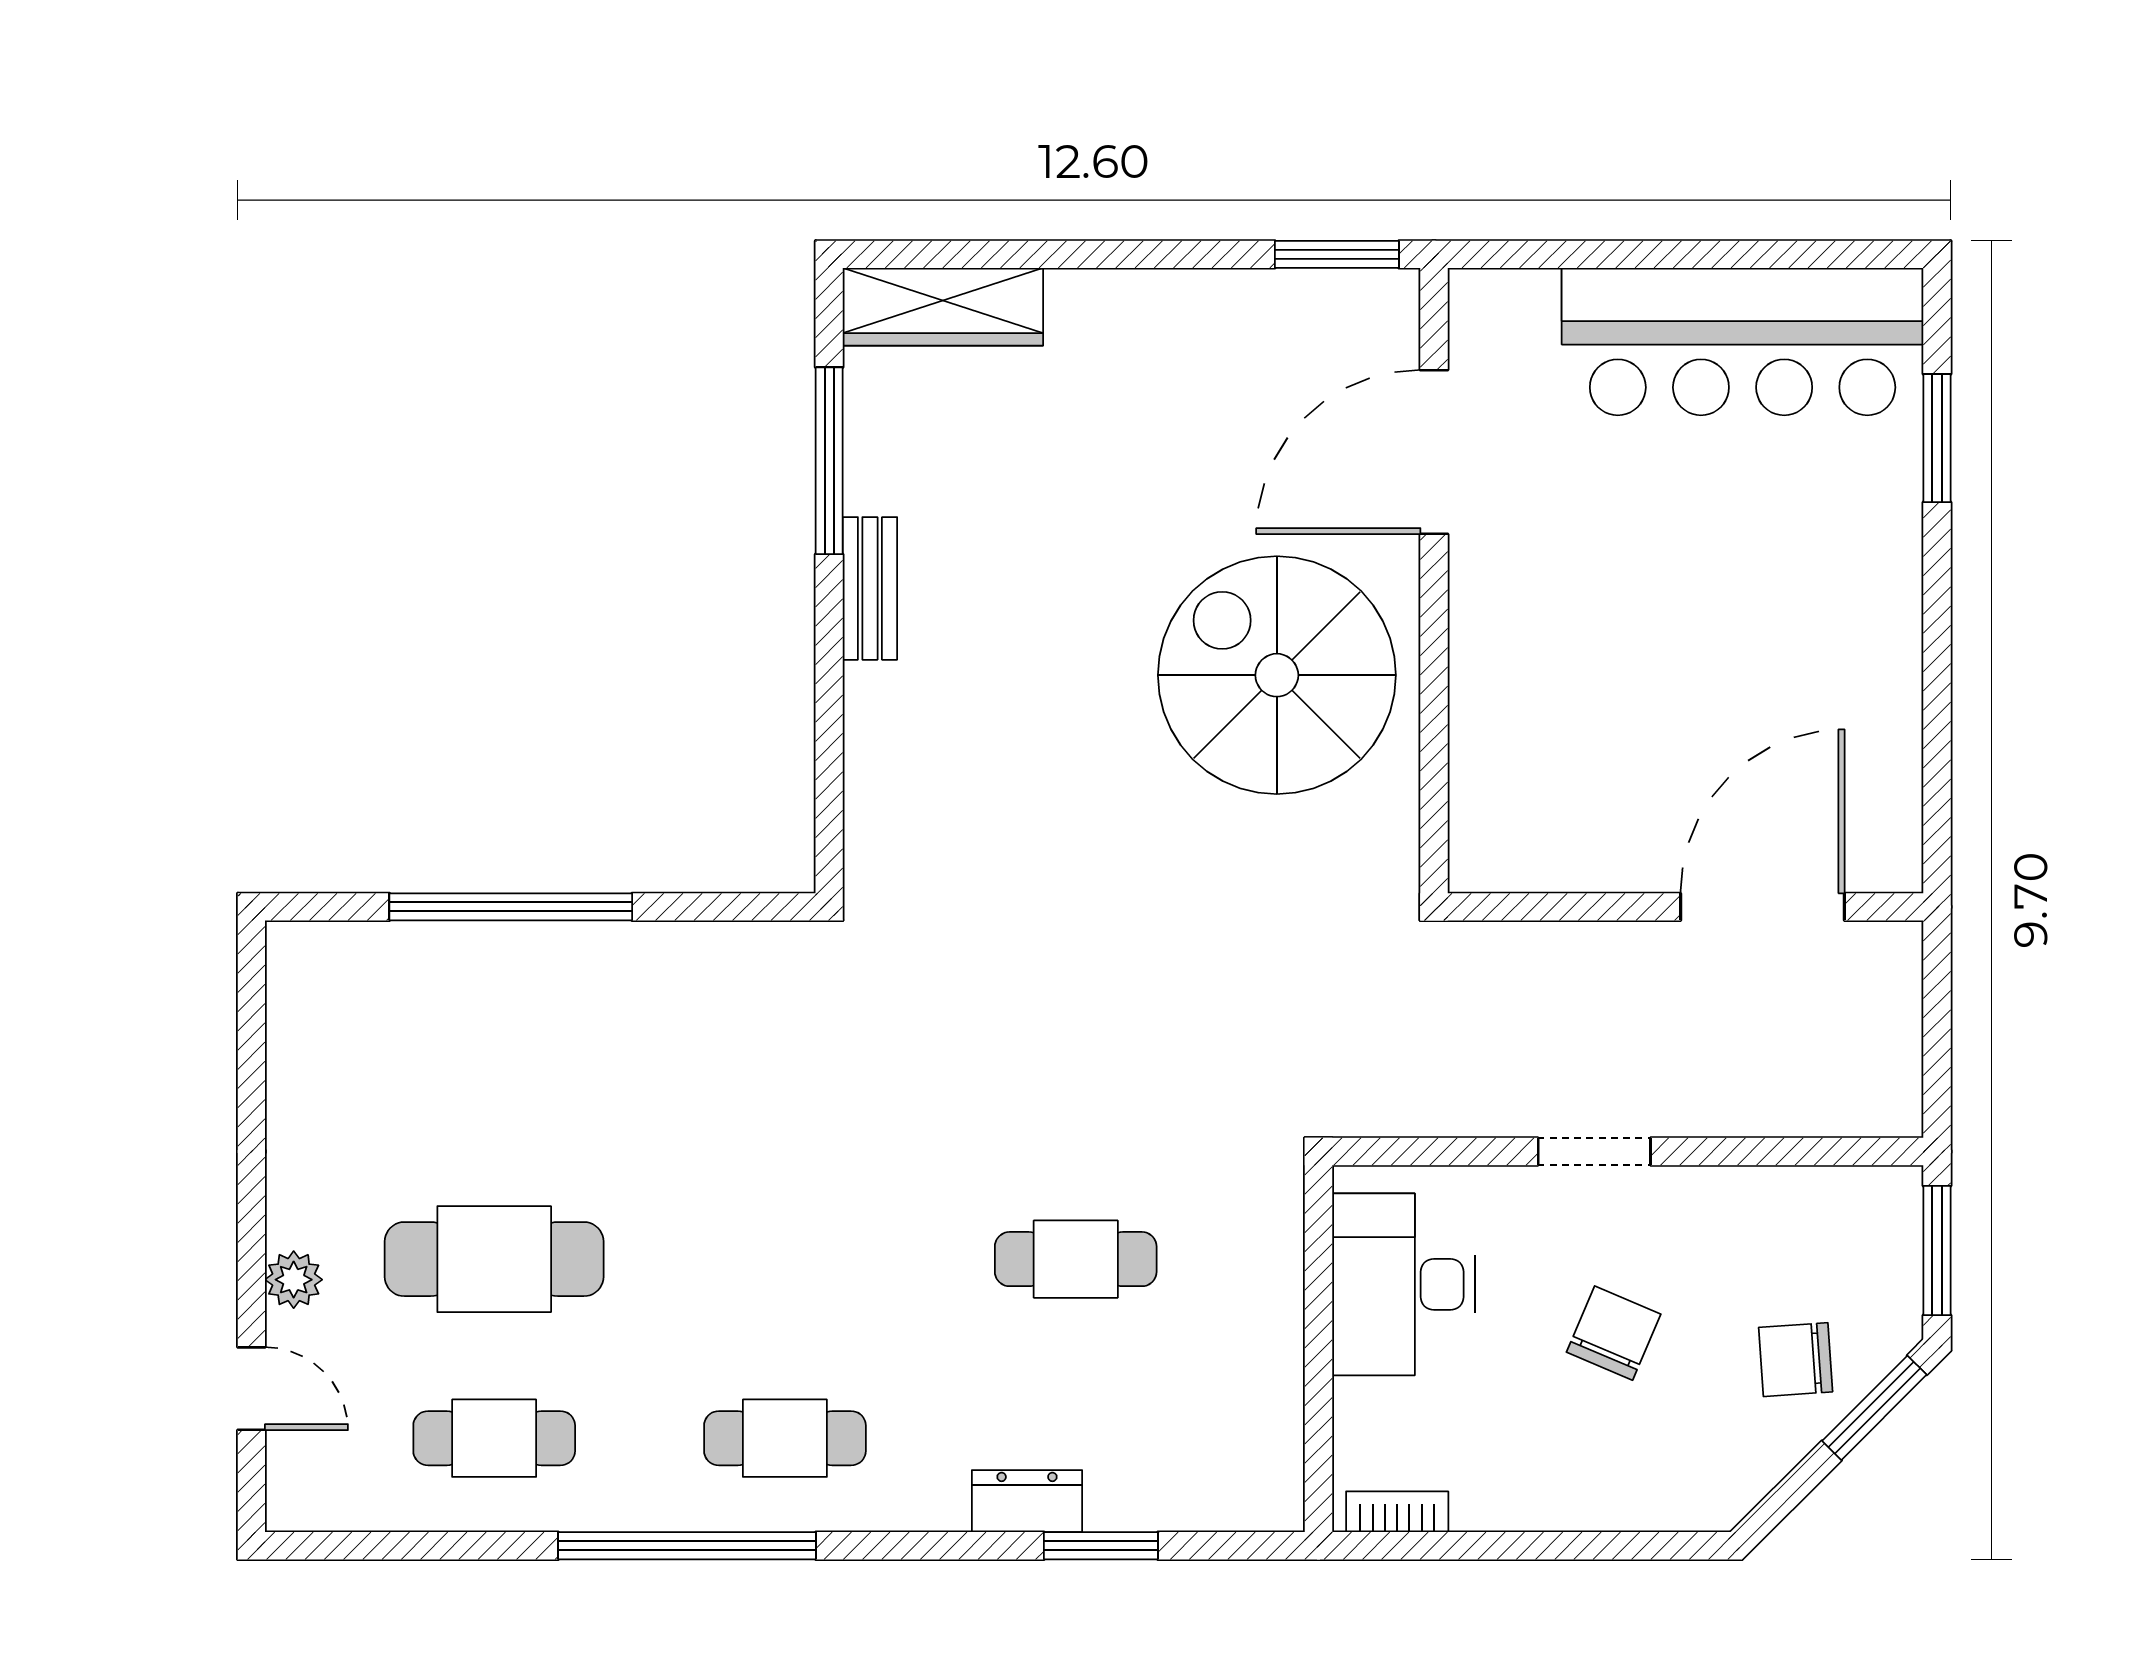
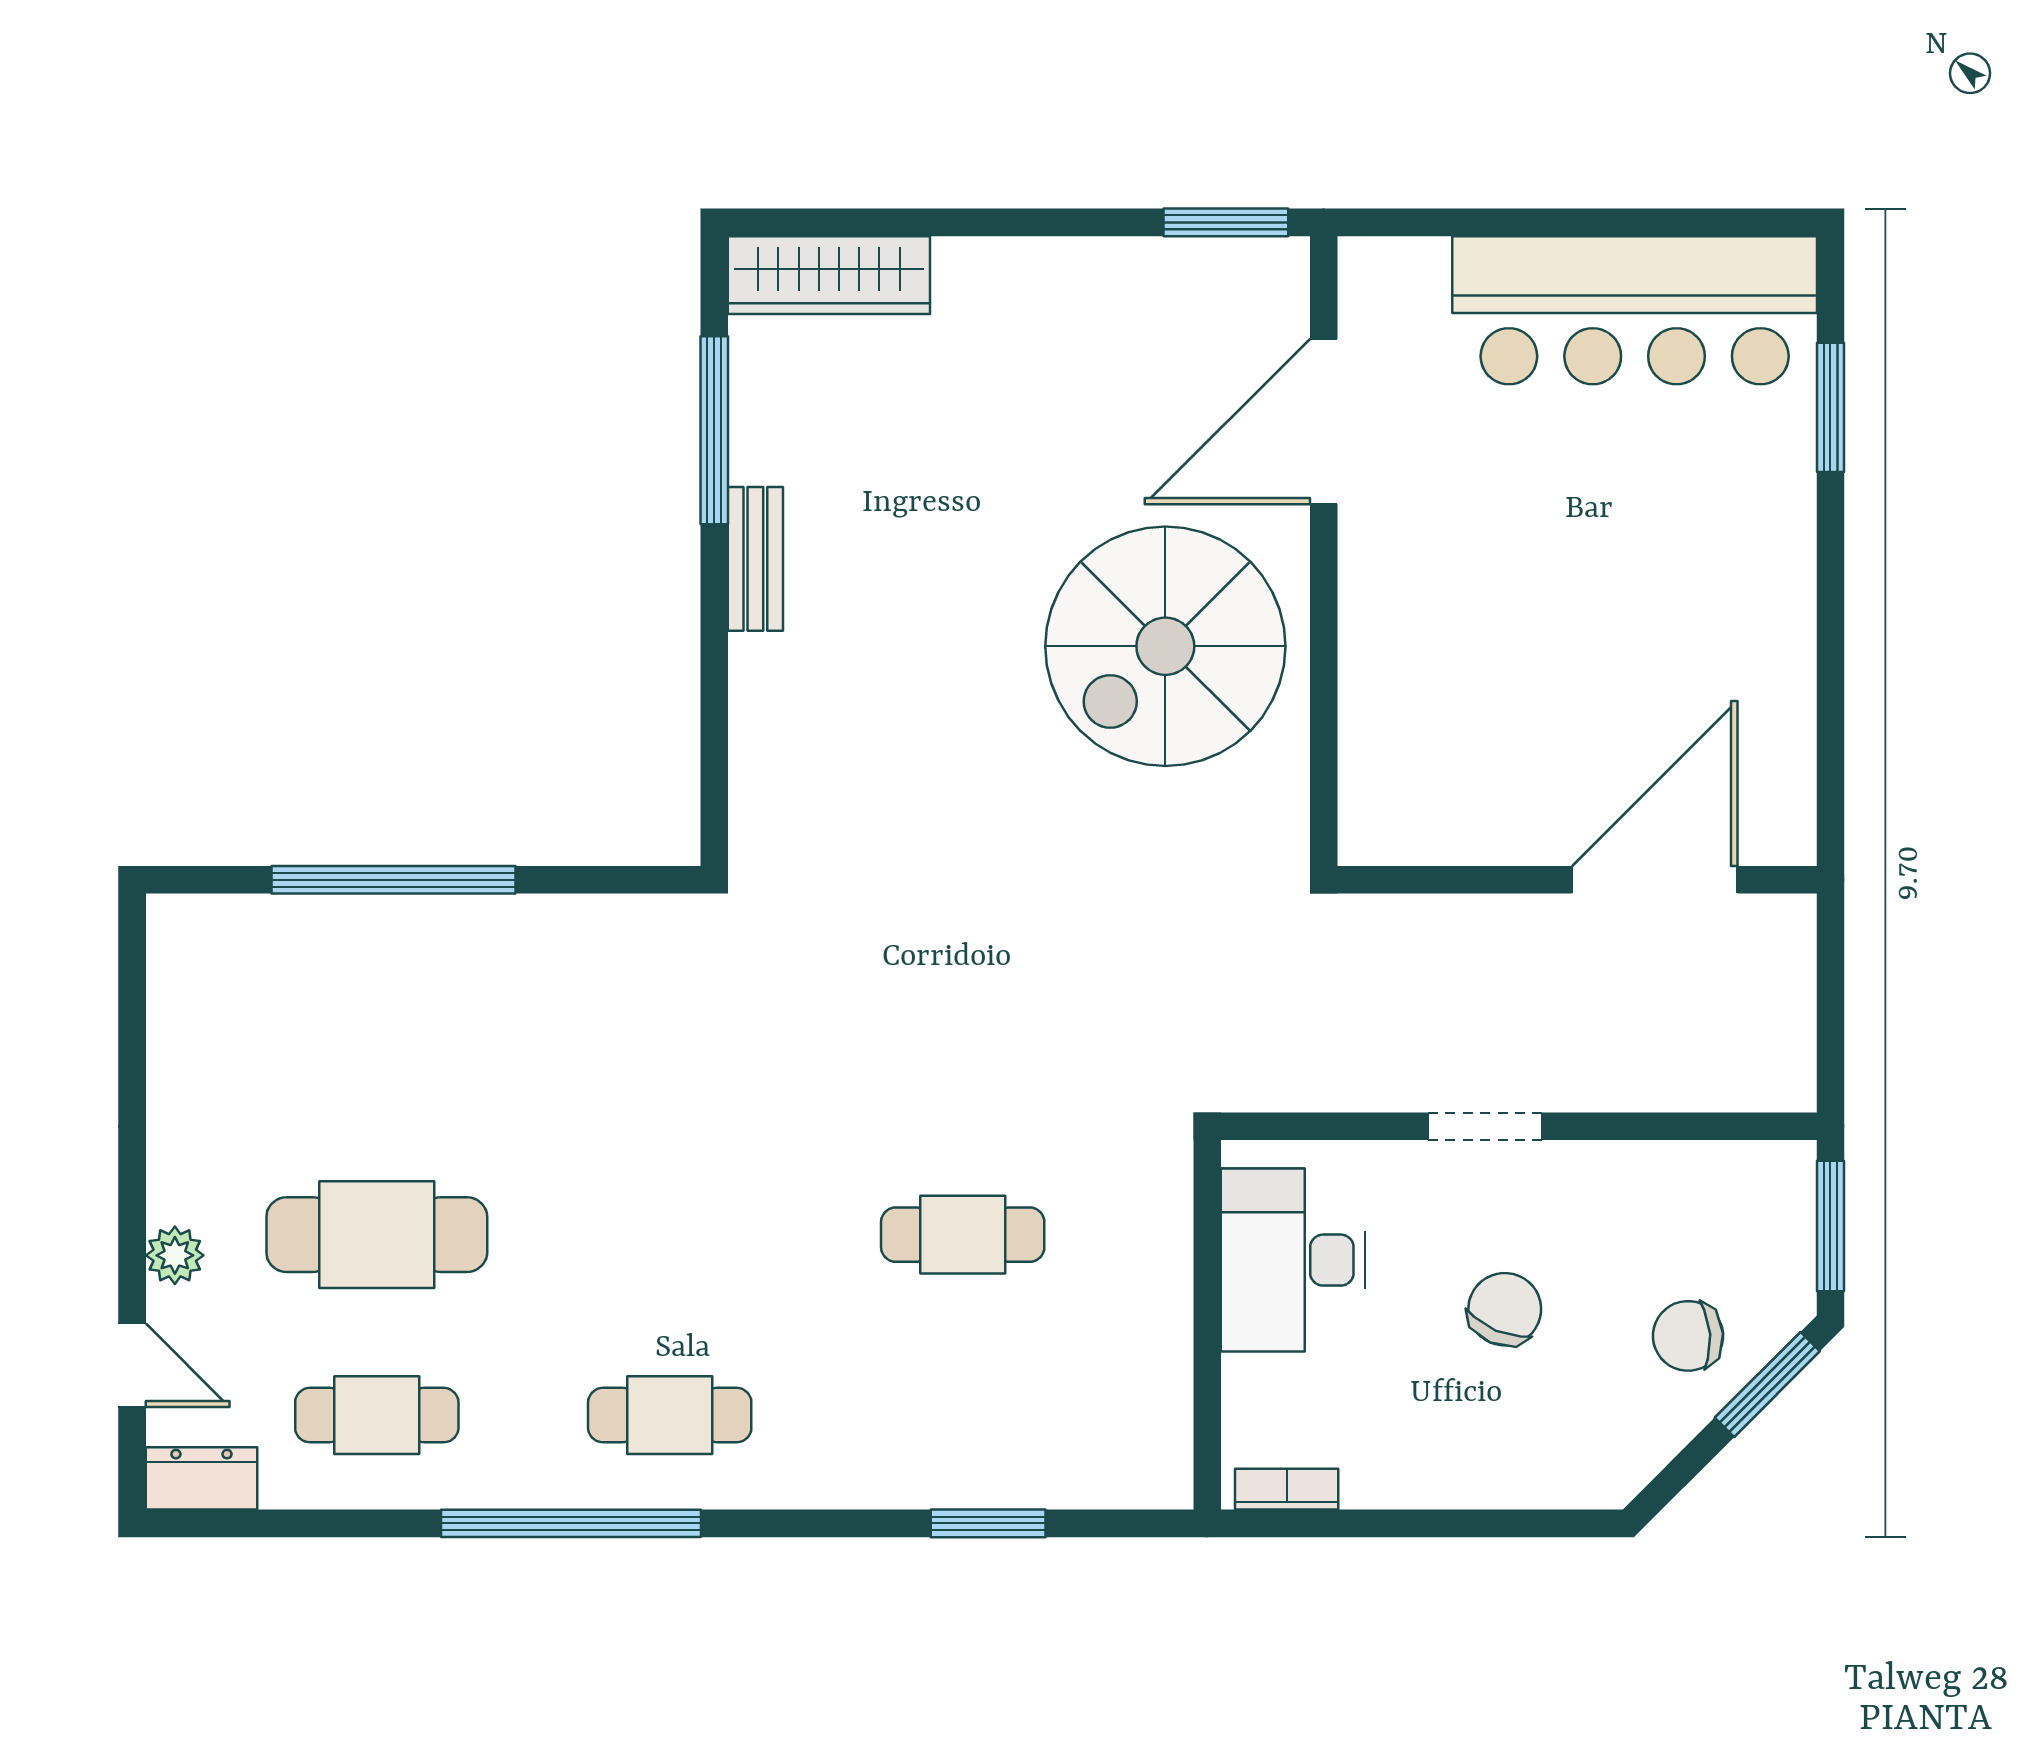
spiral stairs: (1277, 675) -> (1165, 646), turned -90
dresser: (1027, 1501) -> (201, 1478), moved

